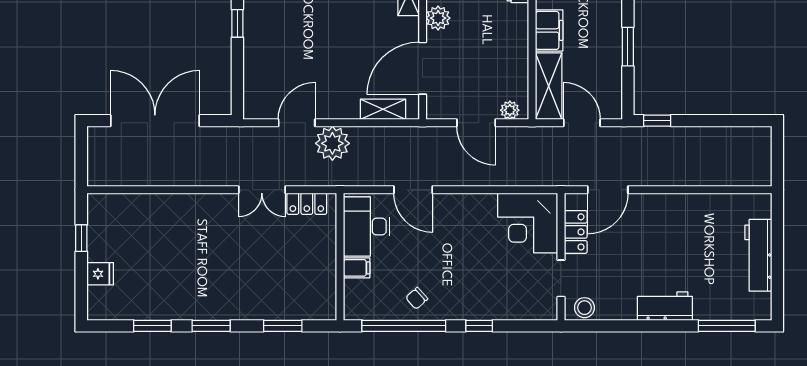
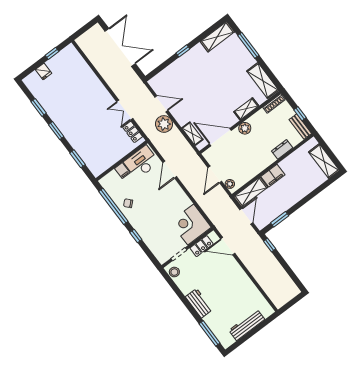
window: (628, 47) -> (280, 219), moved

